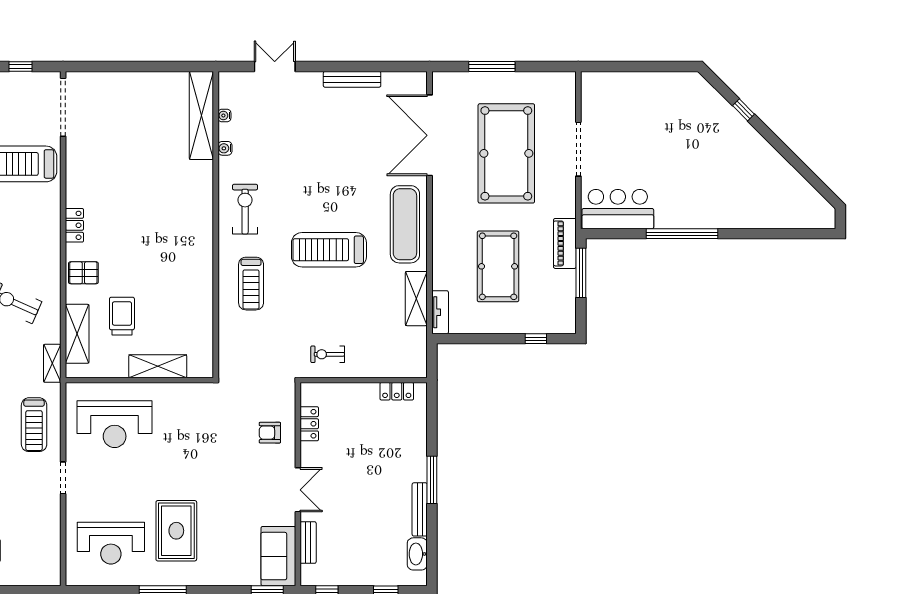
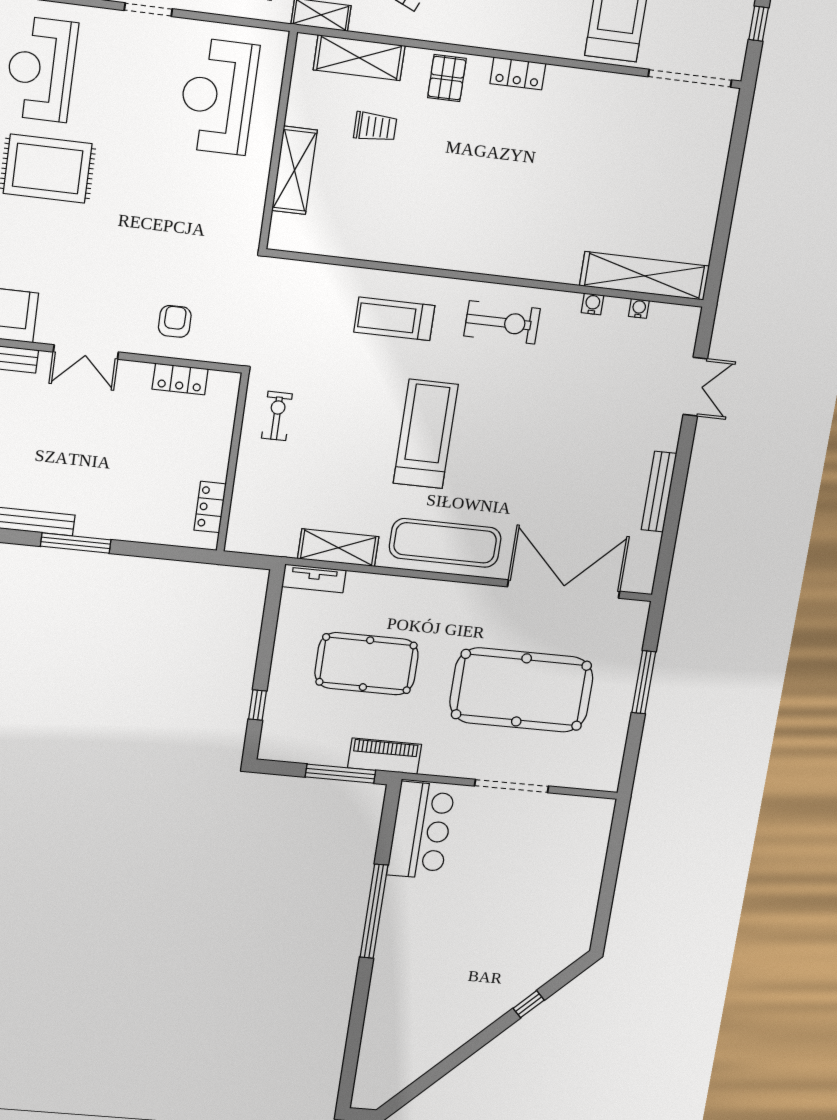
trolley: (122, 316) -> (375, 127), width x0.73, depth x0.72

